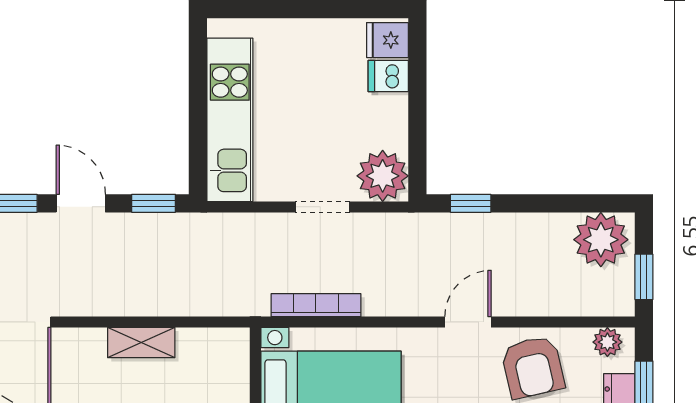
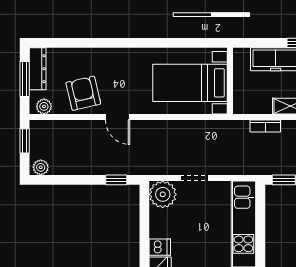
plant: (601, 240) -> (41, 167), width x0.53, depth x0.53
bookcase: (316, 305) -> (265, 126), moved, width x0.64
door: (468, 322) -> (118, 117), hinge flipped

